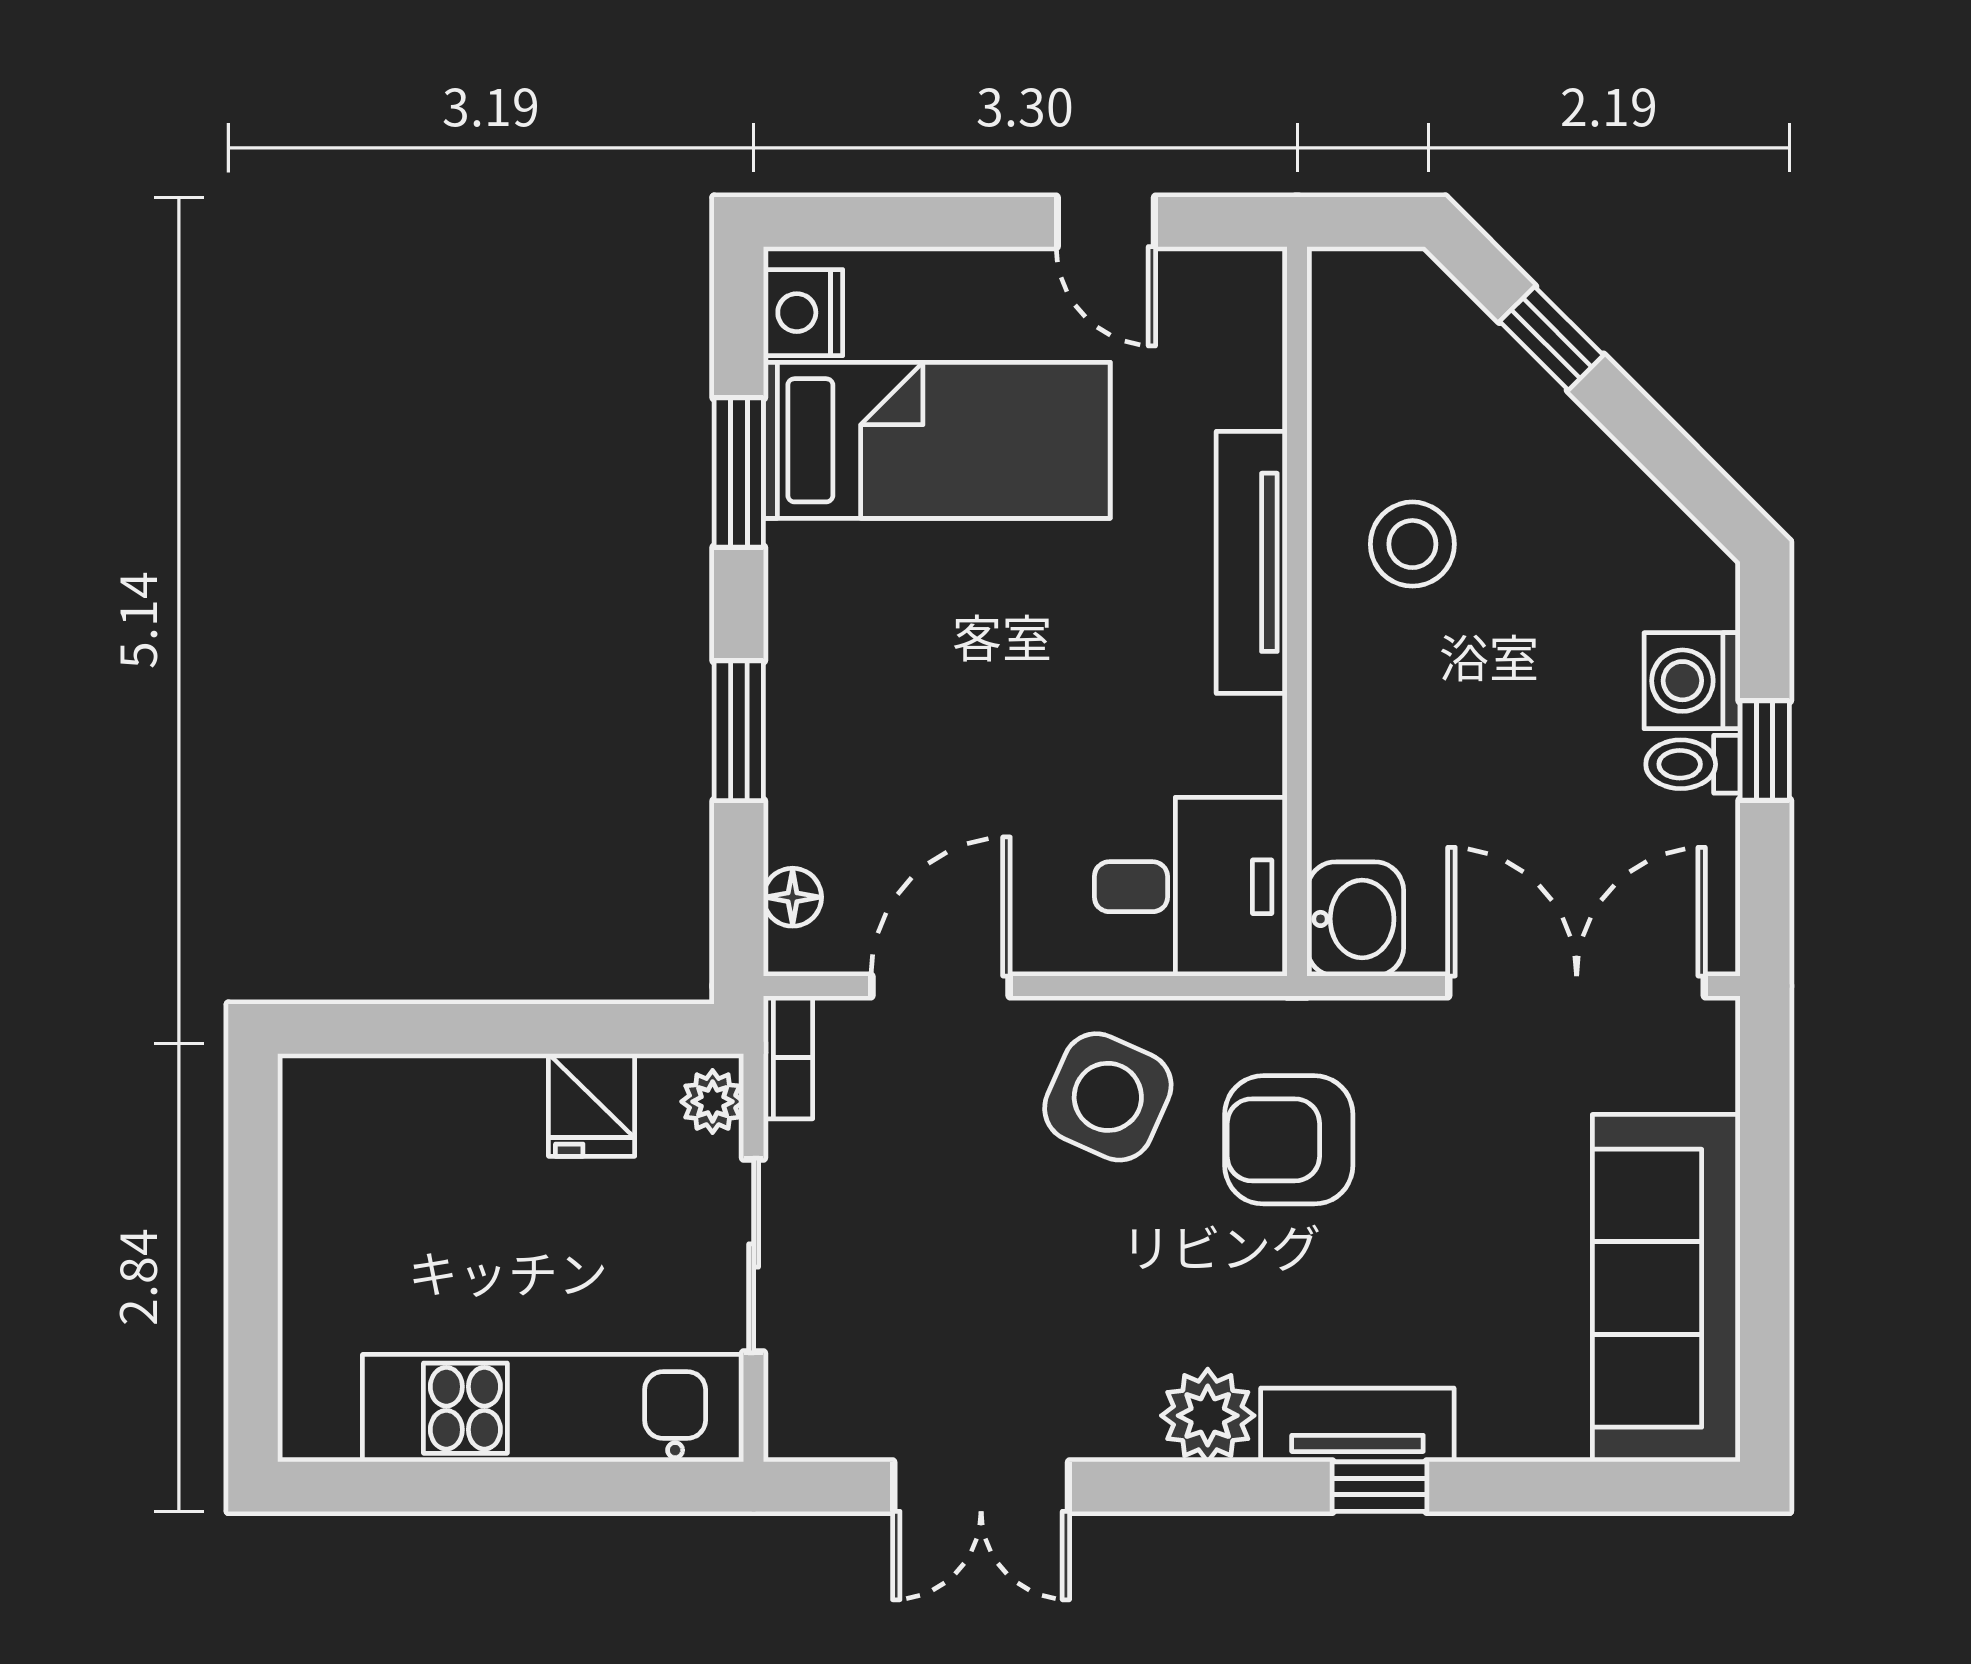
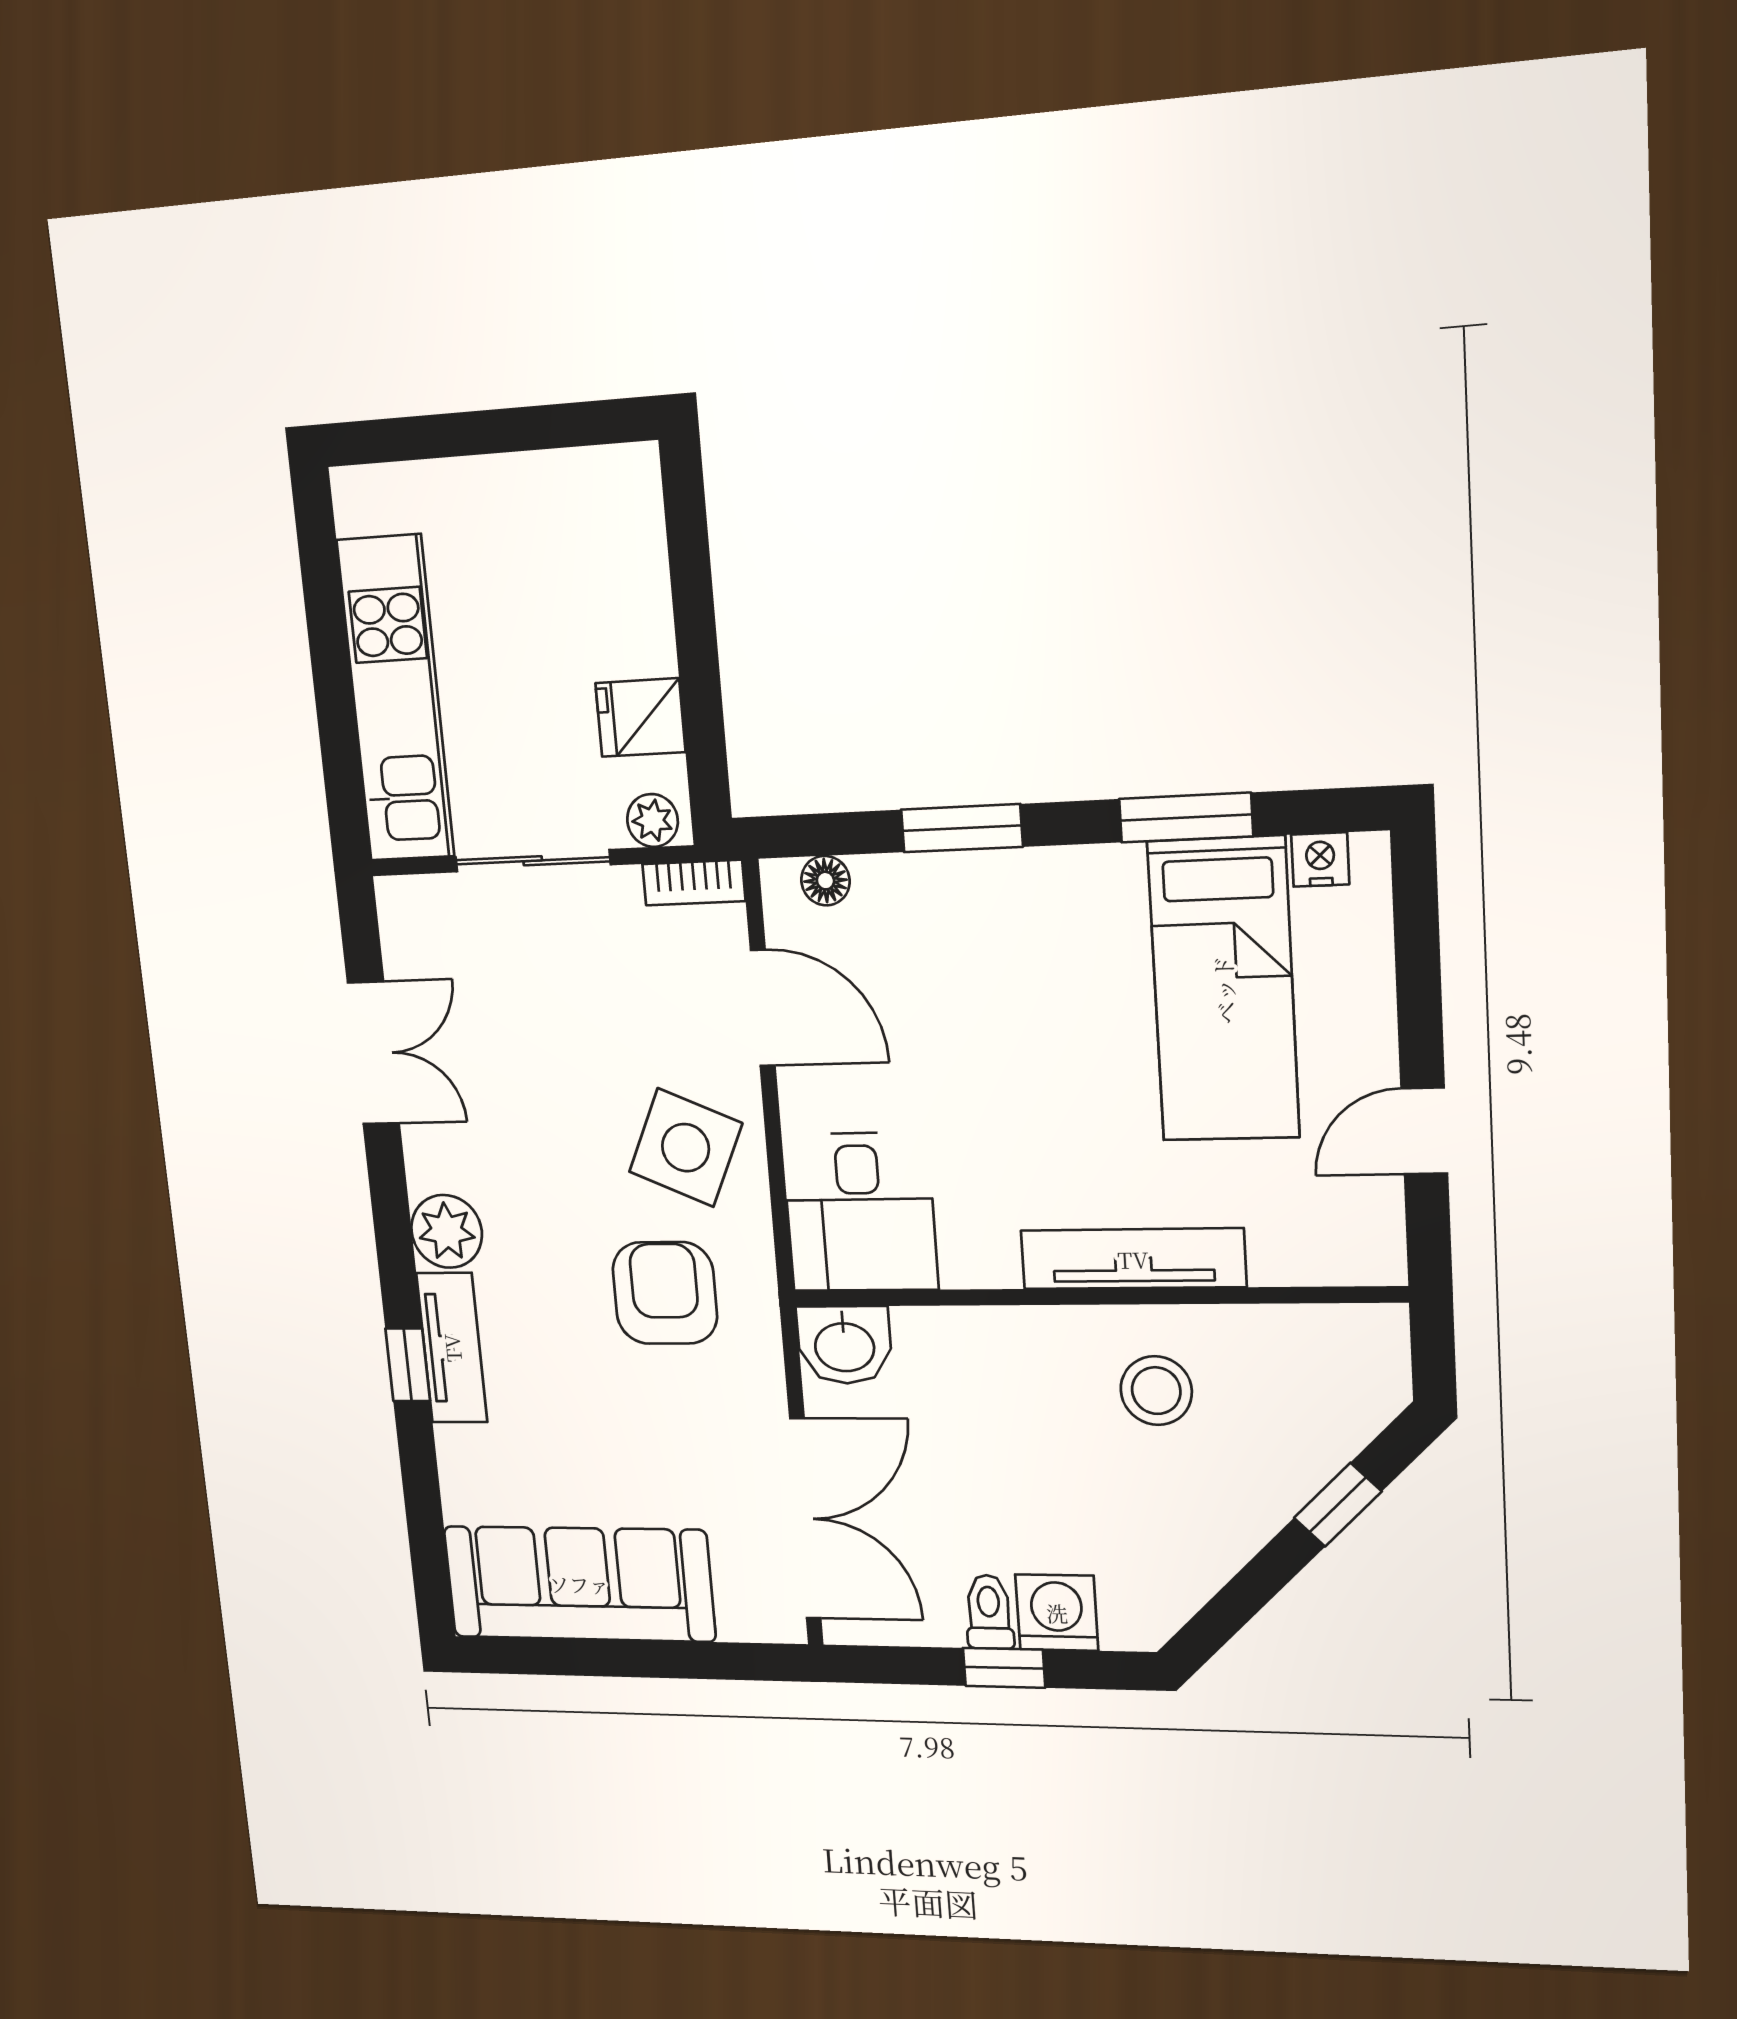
nightstand: (803, 313) -> (1320, 860), width x0.72, depth x0.74
double door: (981, 1487) -> (373, 1053), swing flipped

